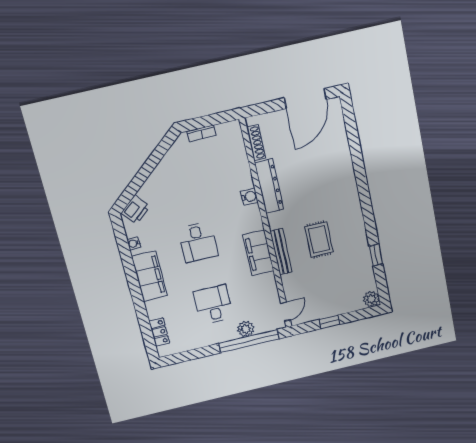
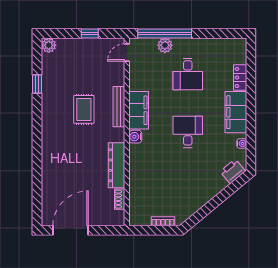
shoe rack: (256, 143) -> (120, 199), width x0.70
water cooler: (249, 197) -> (135, 137), moved
locker: (159, 332) -> (240, 78), moved

